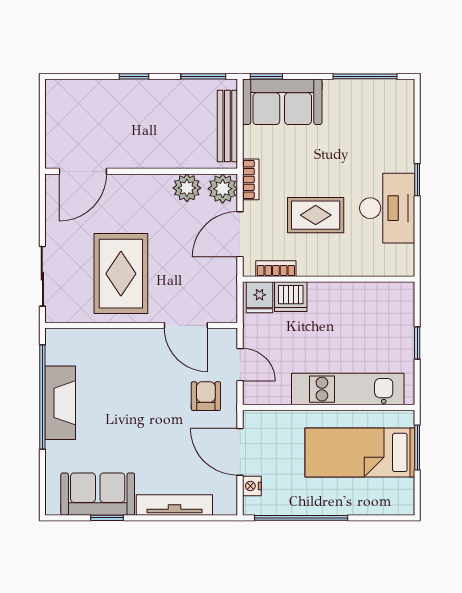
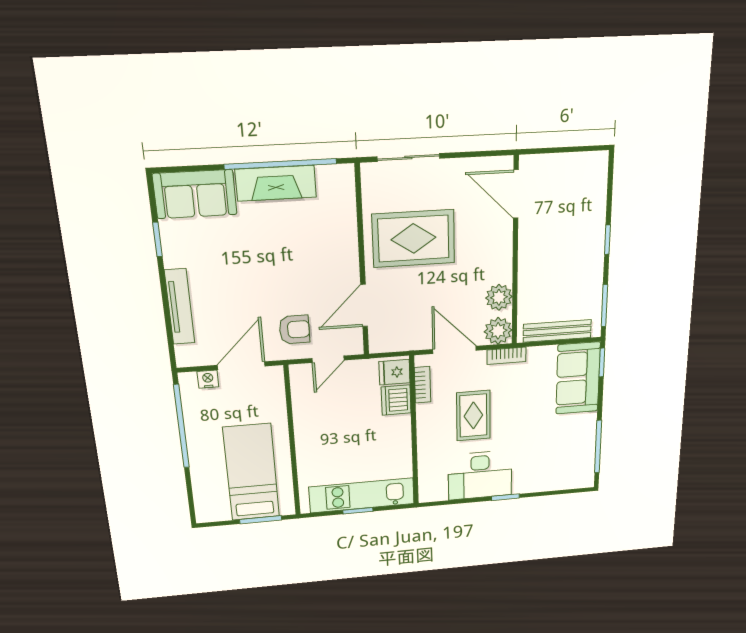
kitchen unit: (348, 389) -> (362, 495), moved, turned -90
sofa: (98, 494) -> (195, 194), moved, turned 90

